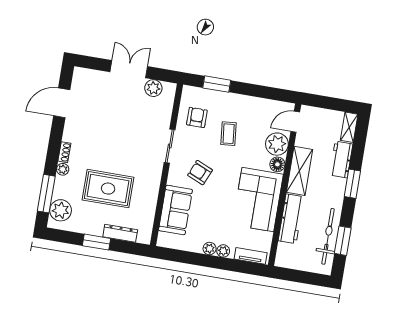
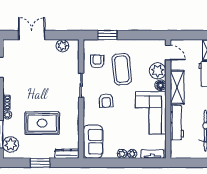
double door: (129, 69) -> (32, 35), moved
door: (295, 122) -> (168, 53), swing flipped
coffee table: (229, 134) -> (122, 69), width x1.86, depth x1.72
armchair: (200, 173) -> (106, 101), turned -116
sofa: (175, 210) -> (93, 142), moved
dresser: (120, 233) -> (67, 154), moved

